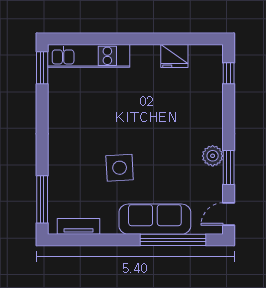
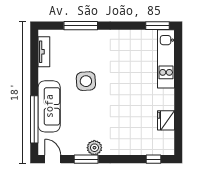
window: (42, 199) -> (81, 26), moved

